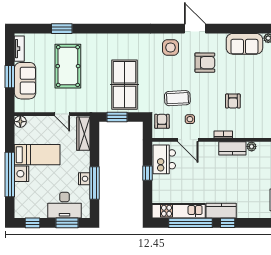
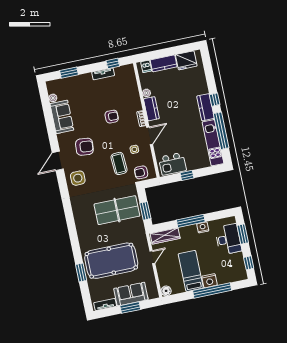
armchair: (205, 63) -> (84, 147), turned 95
pool table: (68, 66) -> (111, 261), width x1.36, depth x1.32
door: (188, 140) -> (150, 136), moved
window: (94, 183) -> (191, 221), moved

